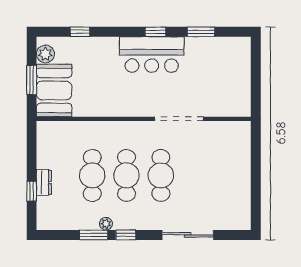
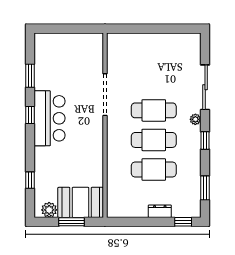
window: (32, 191) -> (183, 222), moved
plant: (106, 224) -> (195, 119), moved
window: (94, 235) -> (205, 188), moved

